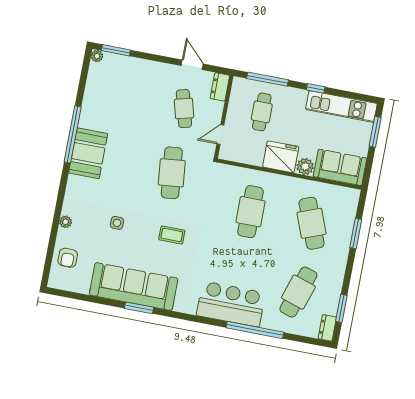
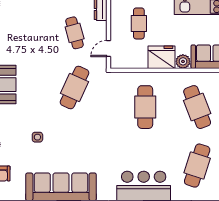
cafe table: (172, 173) -> (75, 87), turned 30
coffee table: (172, 235) -> (84, 138), removed

